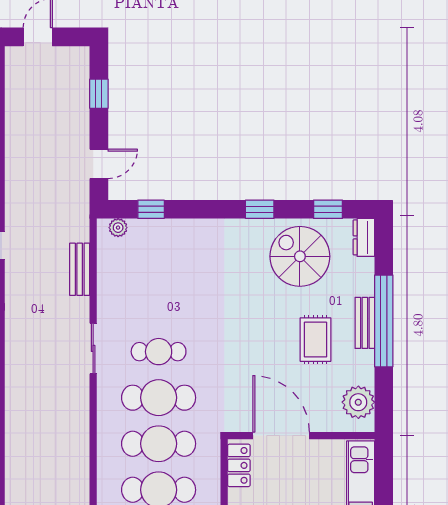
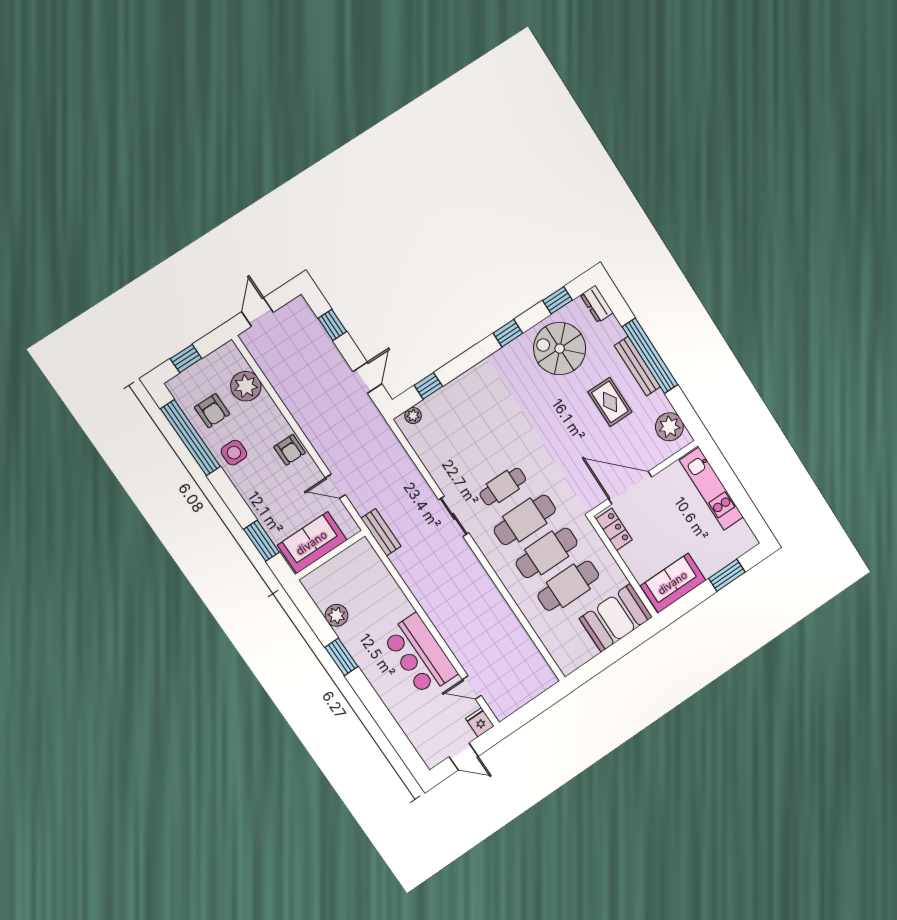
bench: (80, 269) -> (381, 532), moved
bench: (365, 323) -> (637, 366), width x1.36

